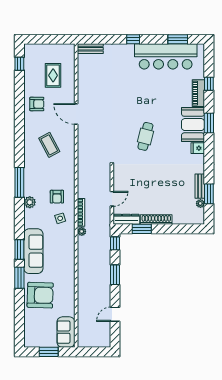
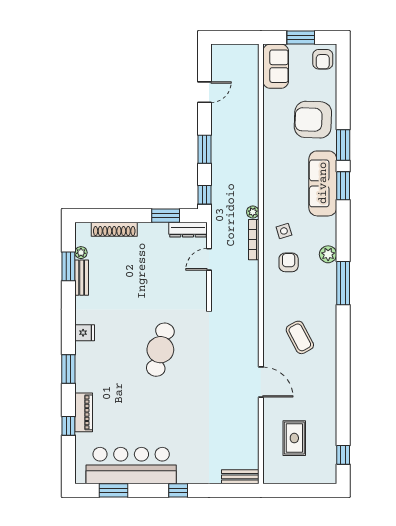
armchair: (37, 104) -> (323, 59), moved, turned -90
booth: (193, 125) -> (92, 367), removed
cafe table: (145, 136) -> (160, 350), width x1.37, depth x1.35
shoe rack: (156, 220) -> (114, 229), moved

